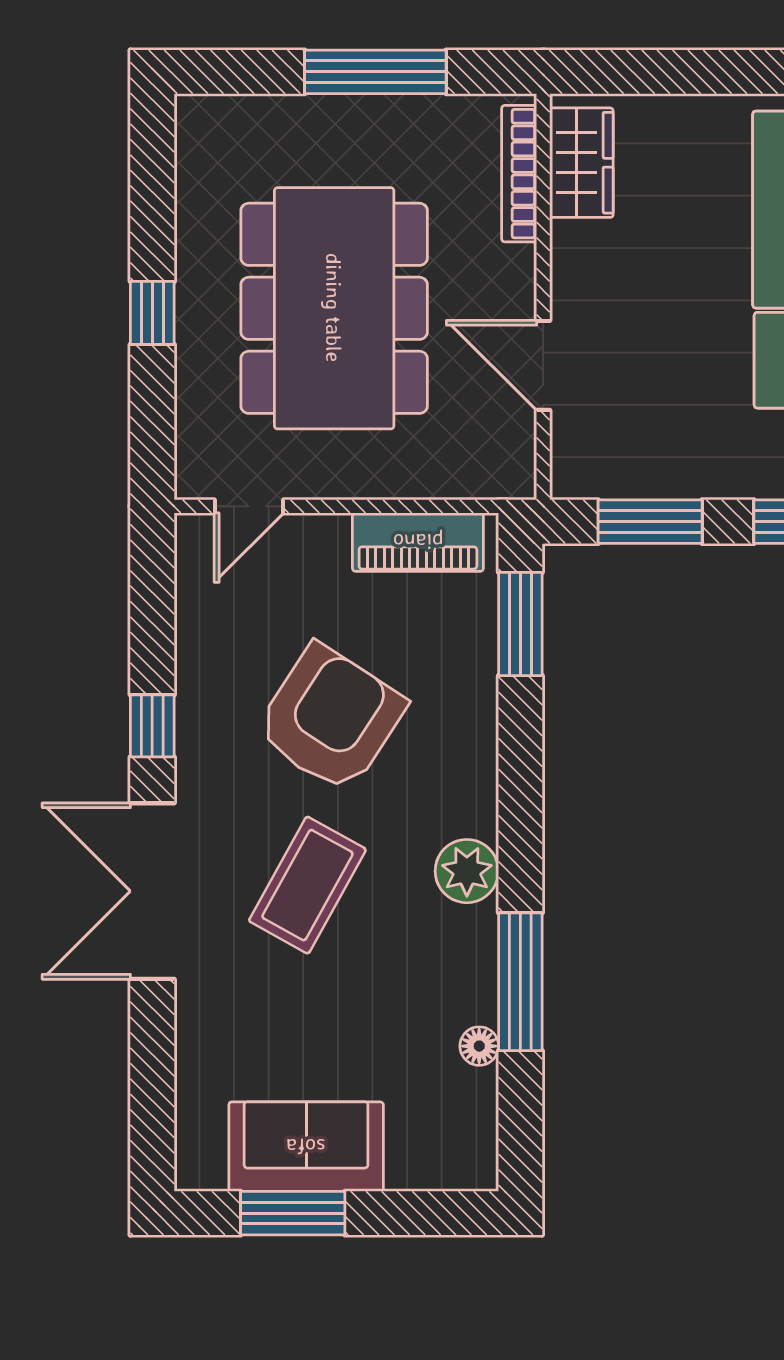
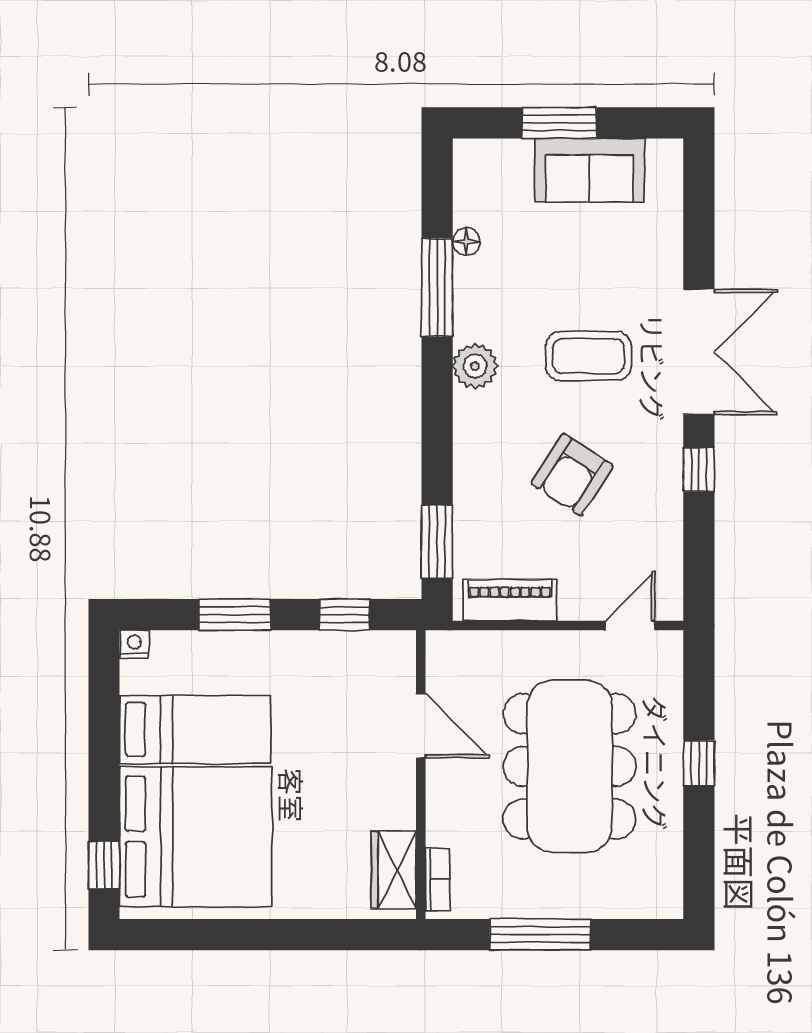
bookcase: (519, 174) -> (438, 880), width x0.64
window: (650, 522) -> (345, 615), width x0.67
armchair: (330, 718) -> (572, 475), width x0.73, depth x0.73
coffee table: (307, 885) -> (588, 356), turned 61
window: (293, 1213) -> (559, 123), moved

